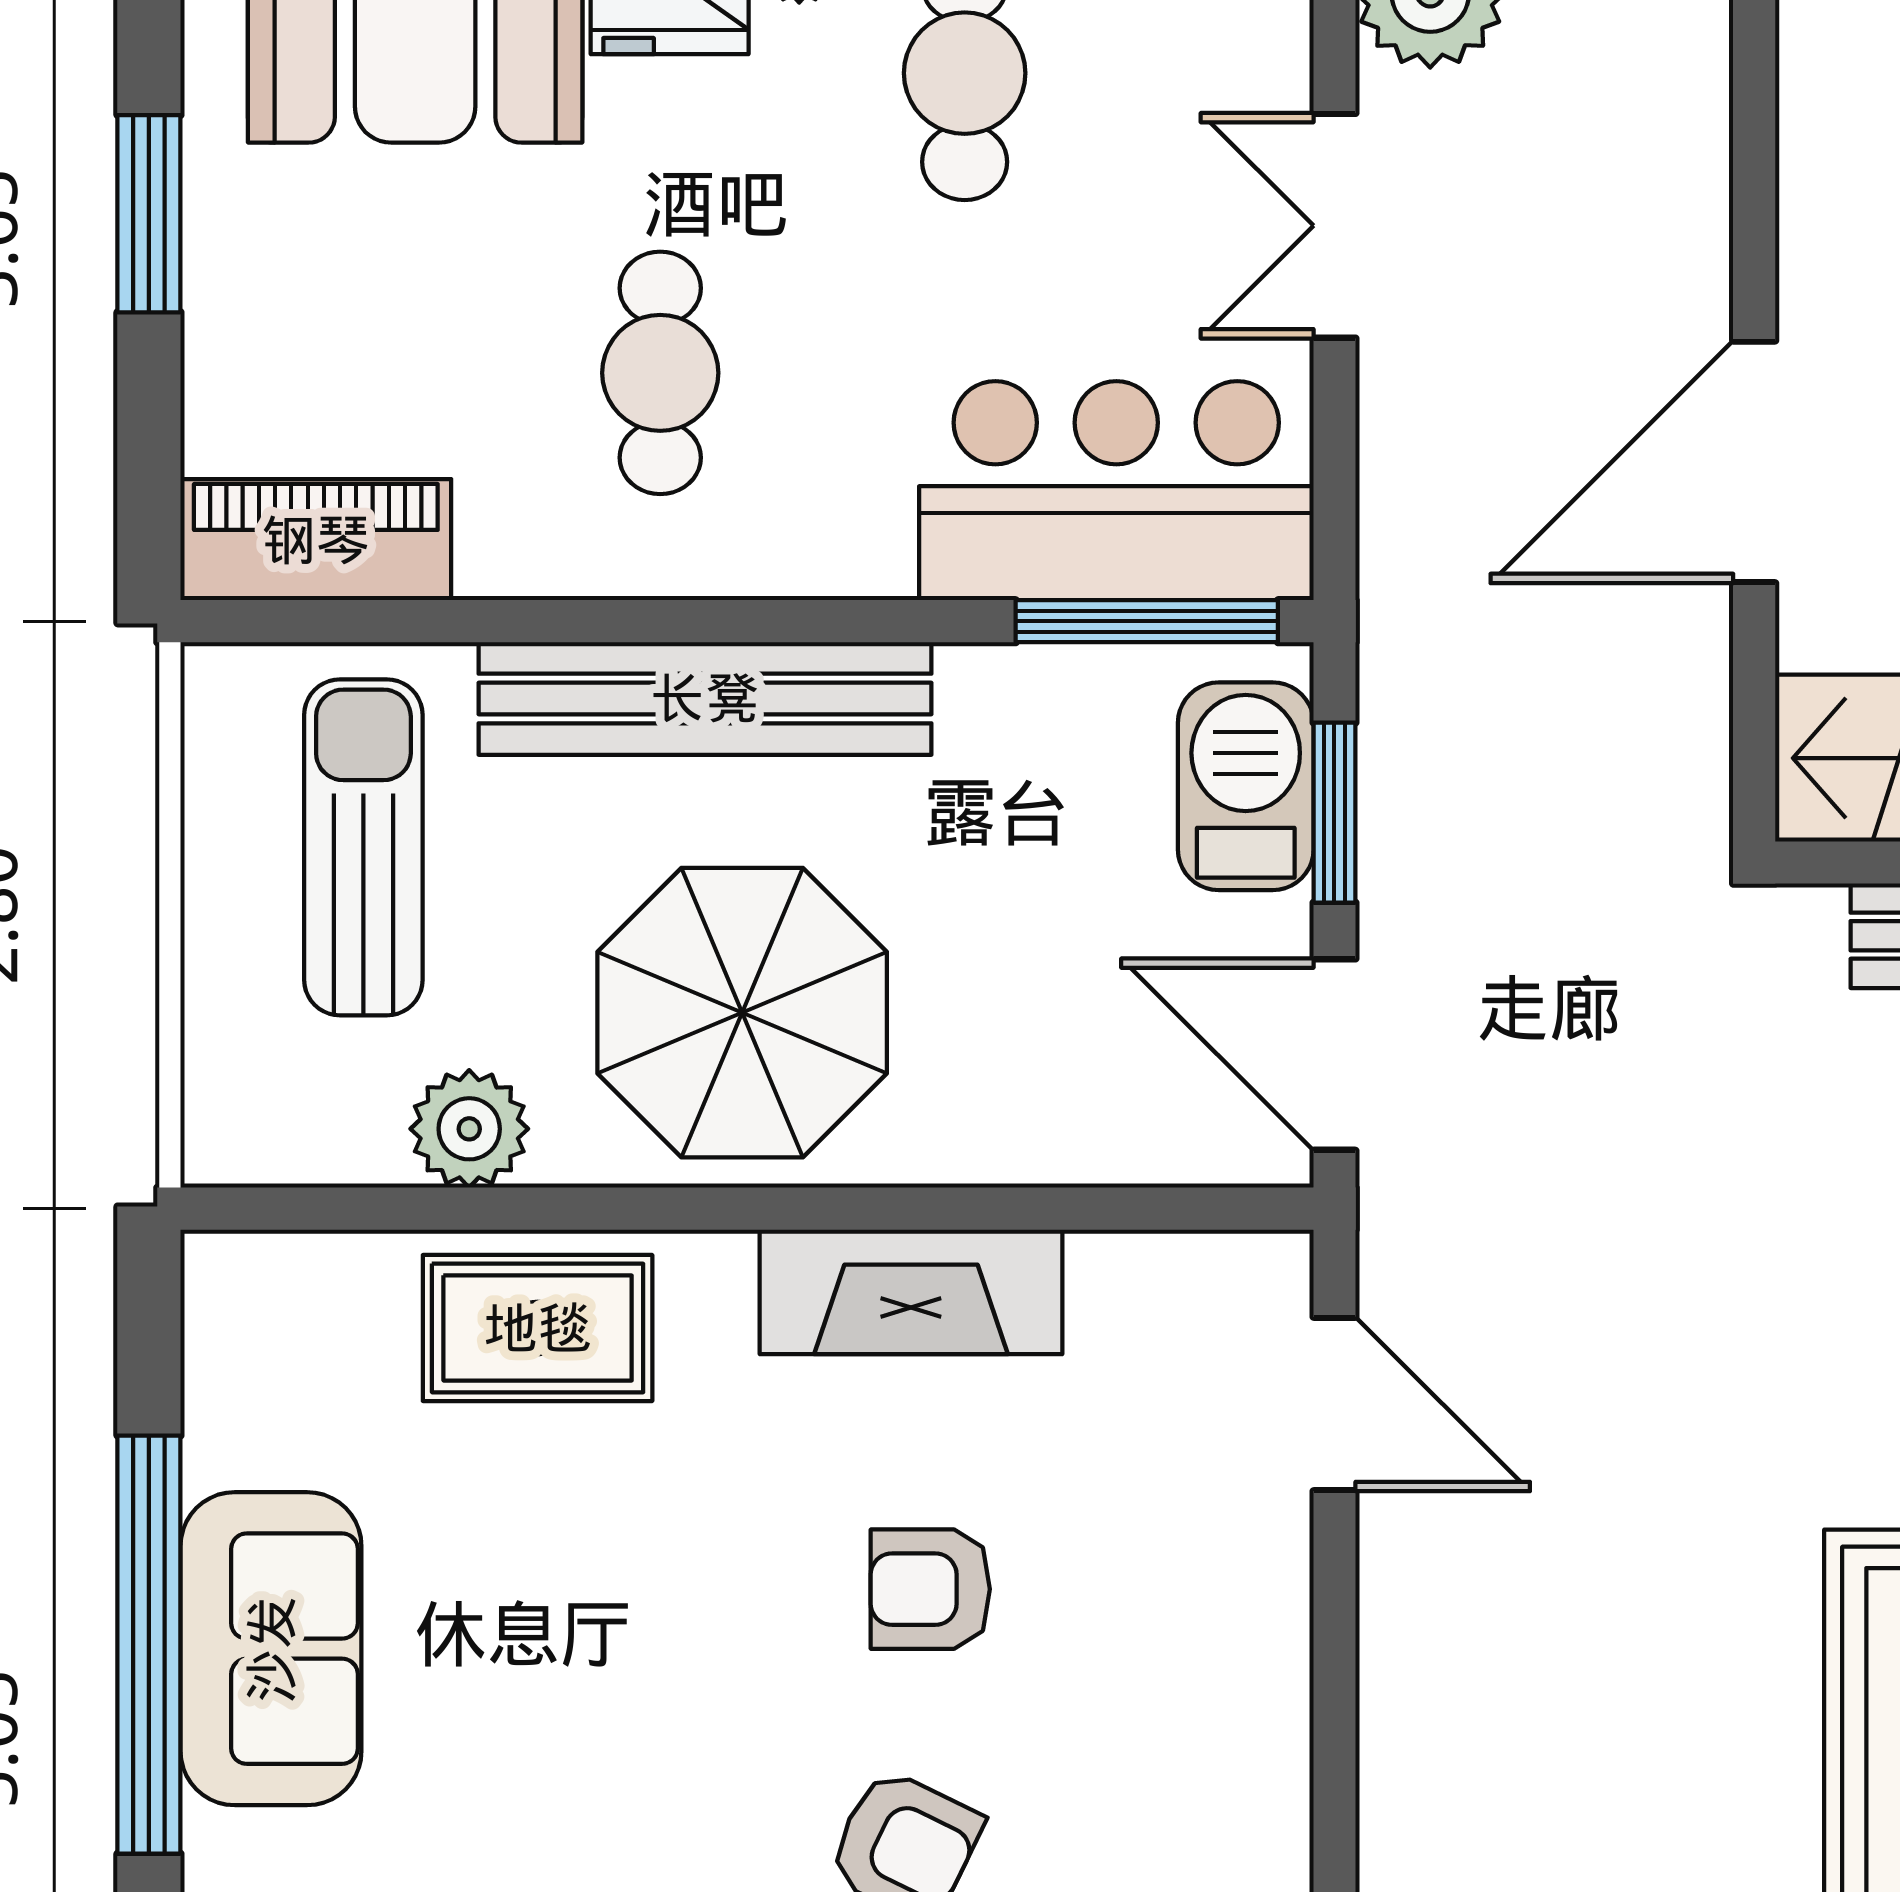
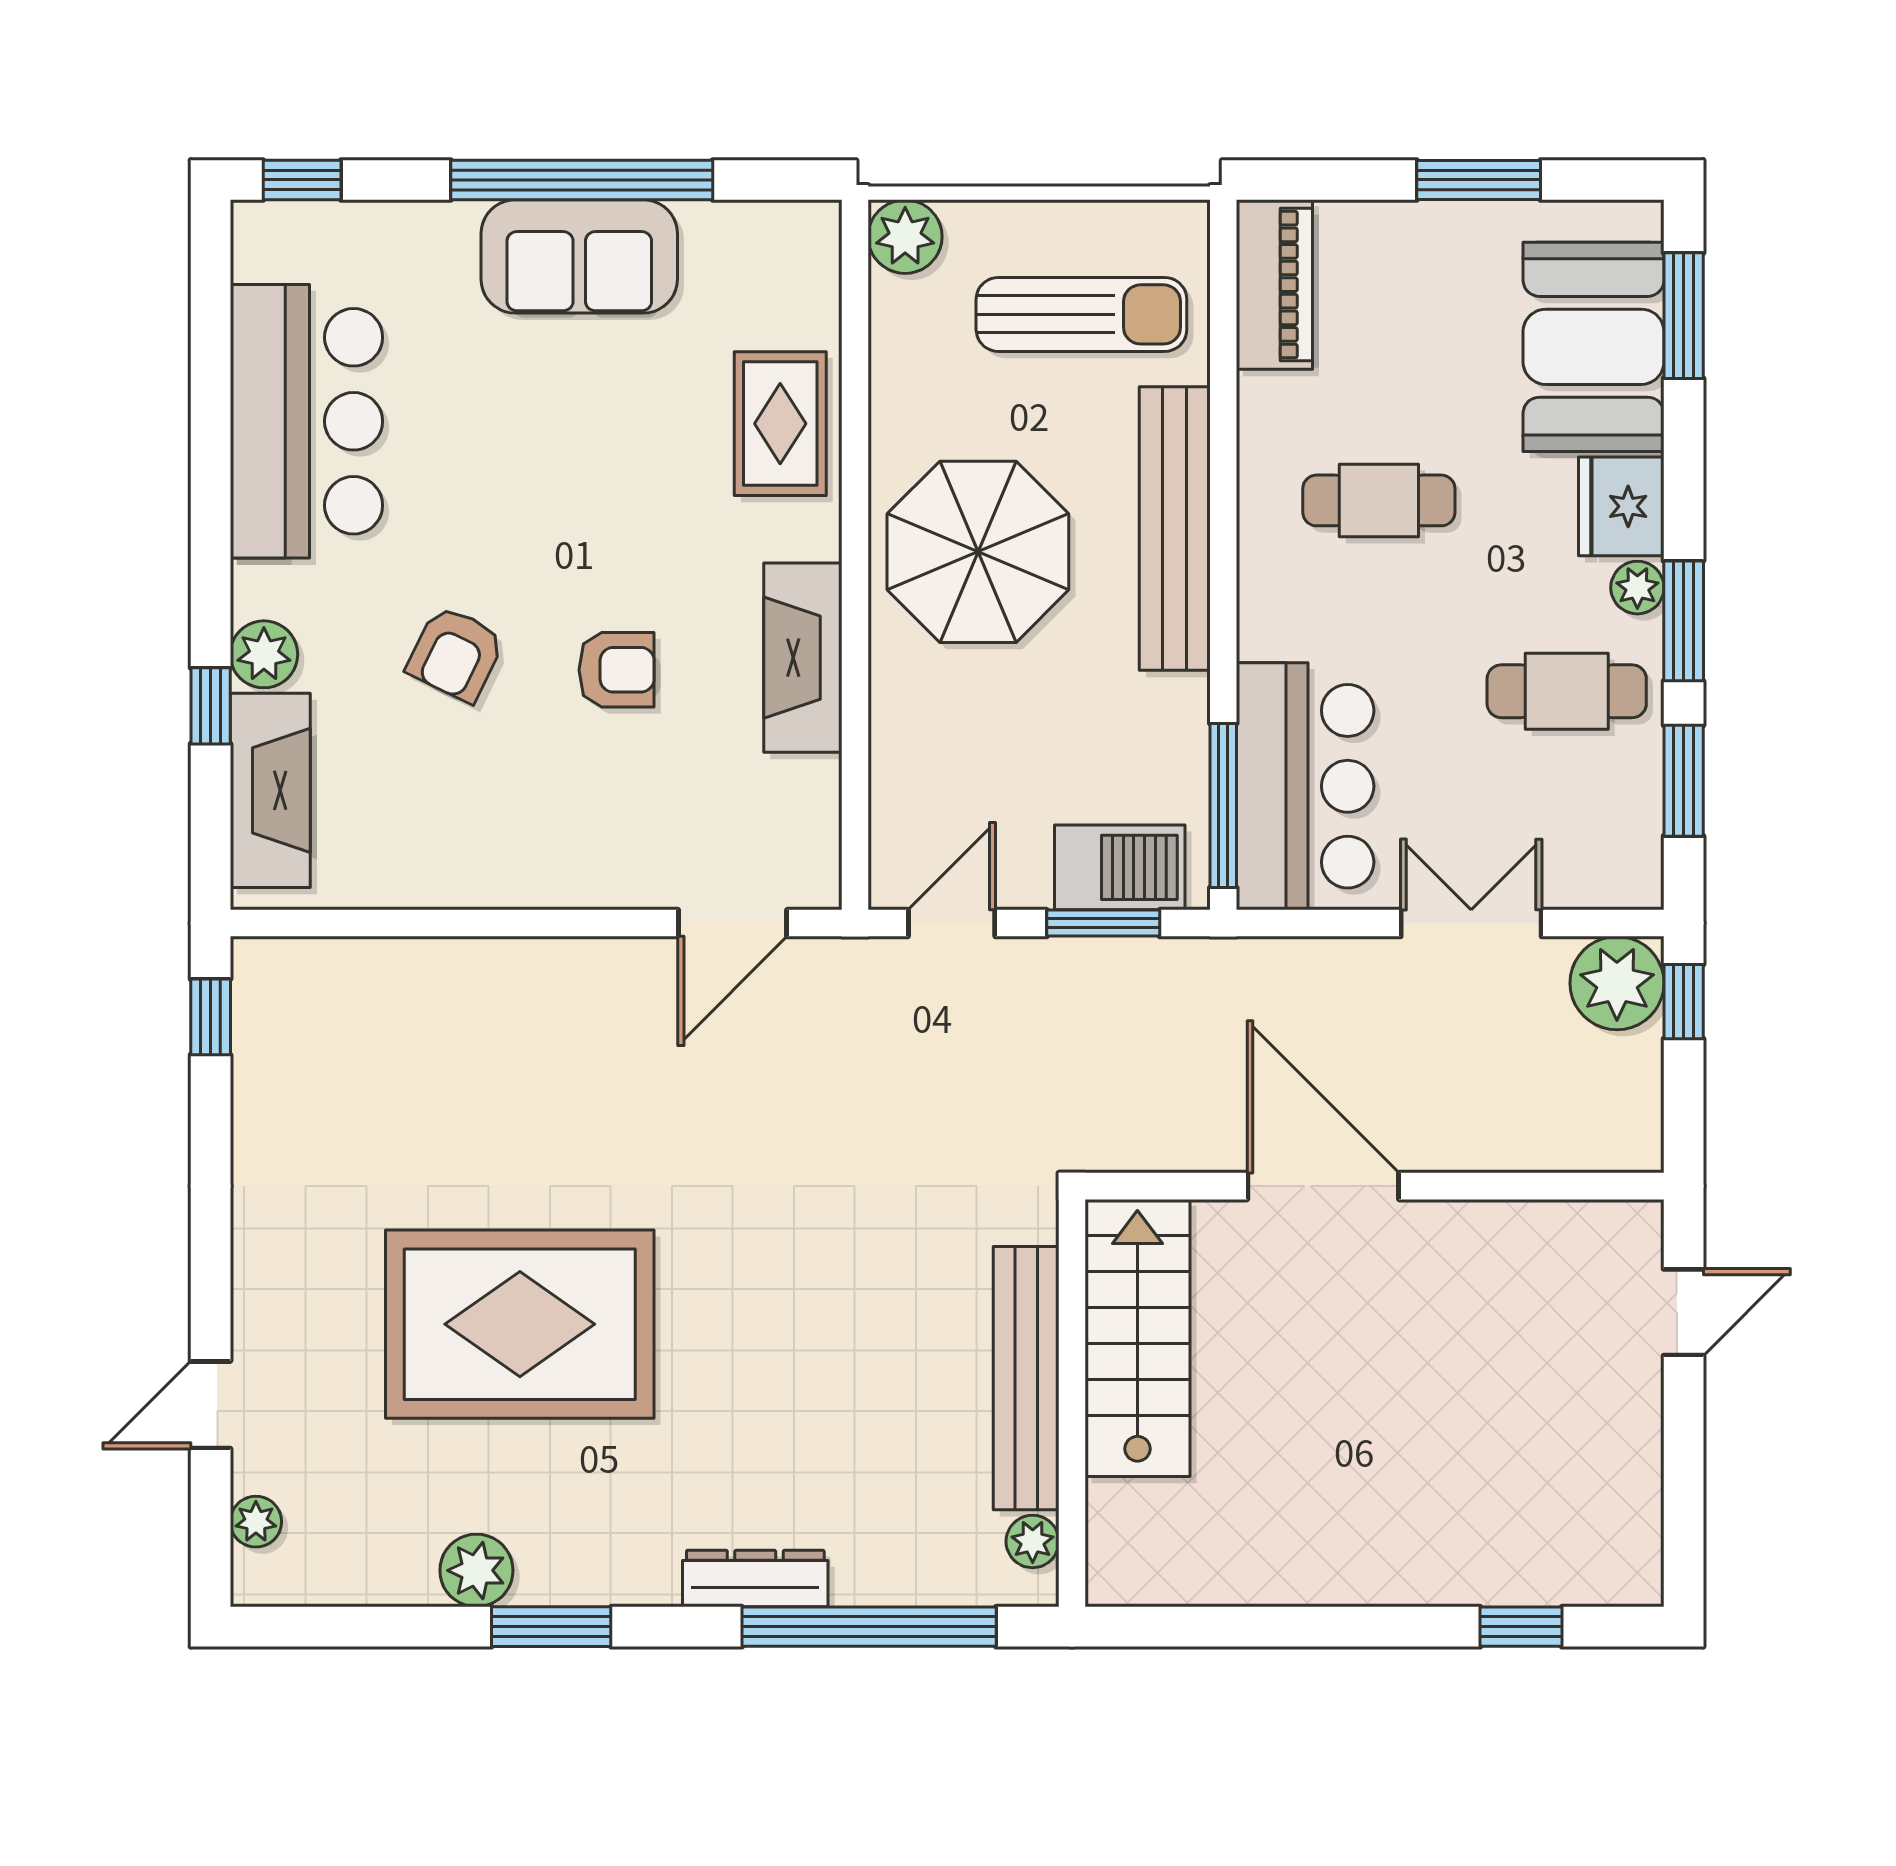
door: (1334, 1055) -> (952, 923), width x0.73
plant: (469, 1129) -> (905, 237), moved
armchair: (930, 1589) -> (617, 670), turned 90

